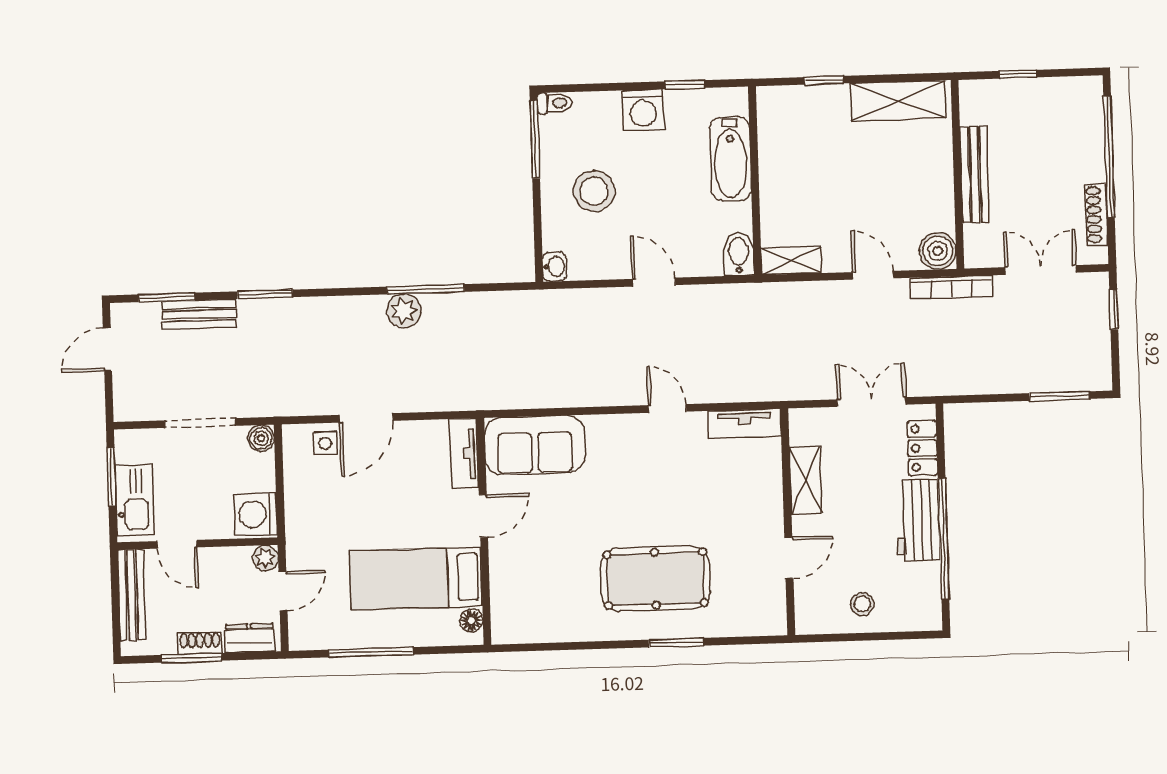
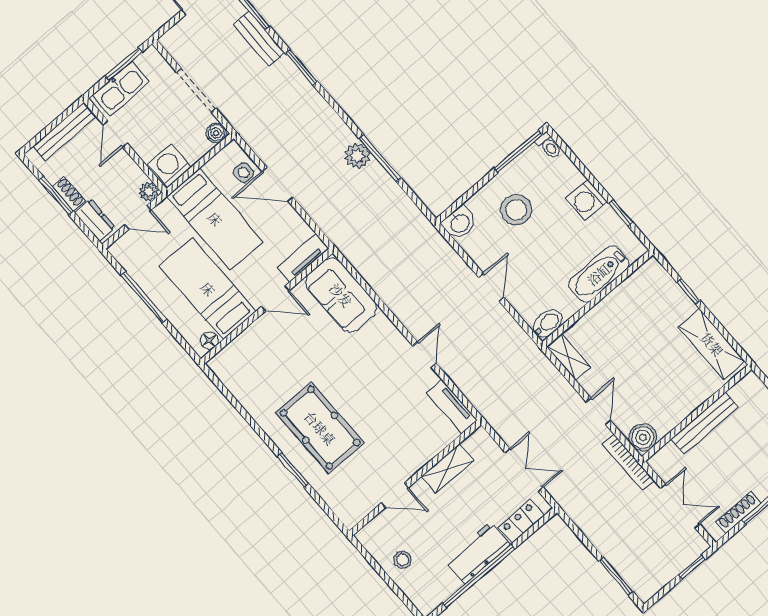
washbasin: (555, 267) -> (459, 223), width x1.38, depth x1.45
bed: (350, 512) -> (215, 219), added

